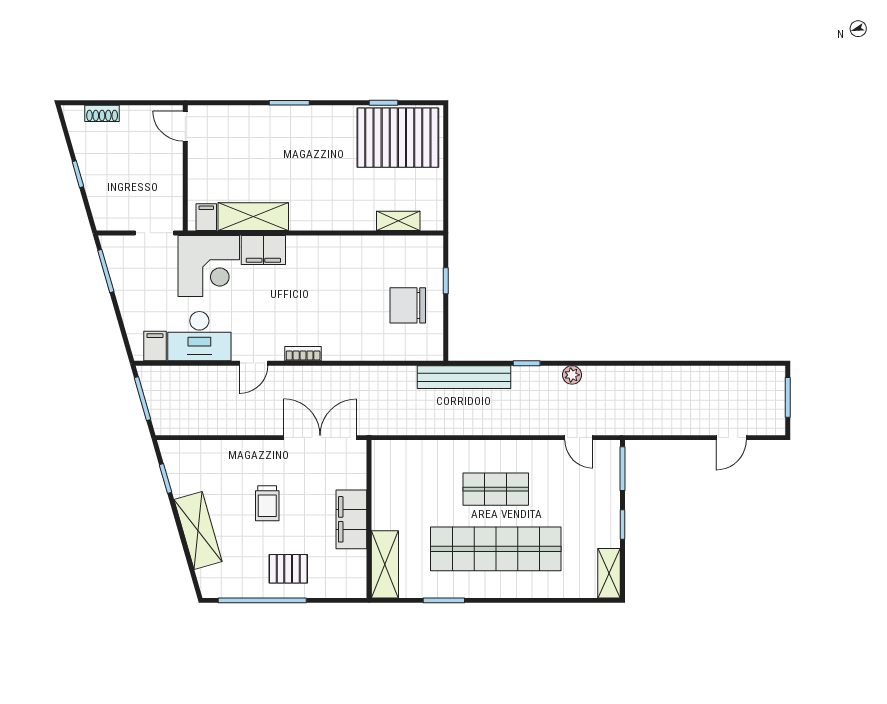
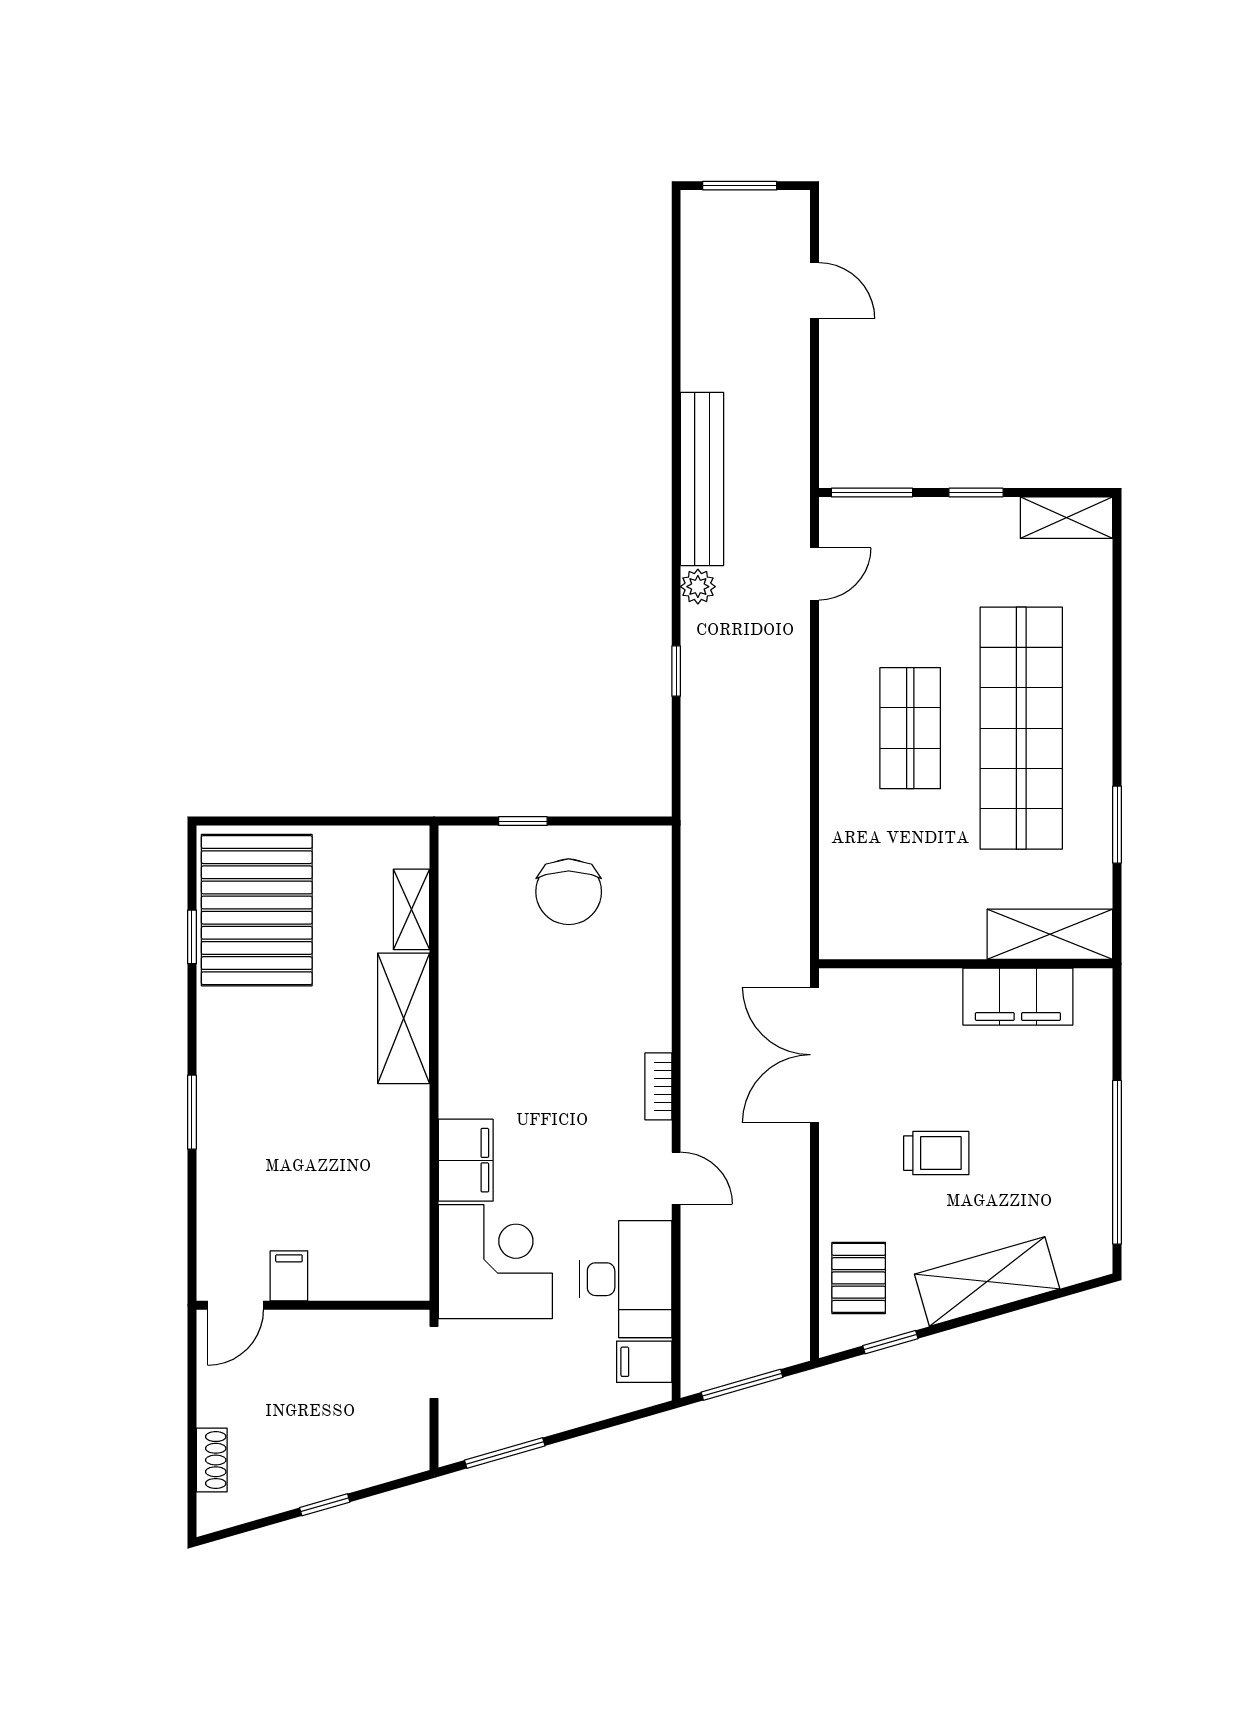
filing cabinet: (206, 217) -> (289, 1276), moved, turned 90
shelving: (253, 217) -> (404, 1018), moved
bench: (464, 377) -> (702, 479), moved
filing cabinet: (351, 519) -> (1018, 997), moved
pallet: (288, 569) -> (859, 1278), moved

